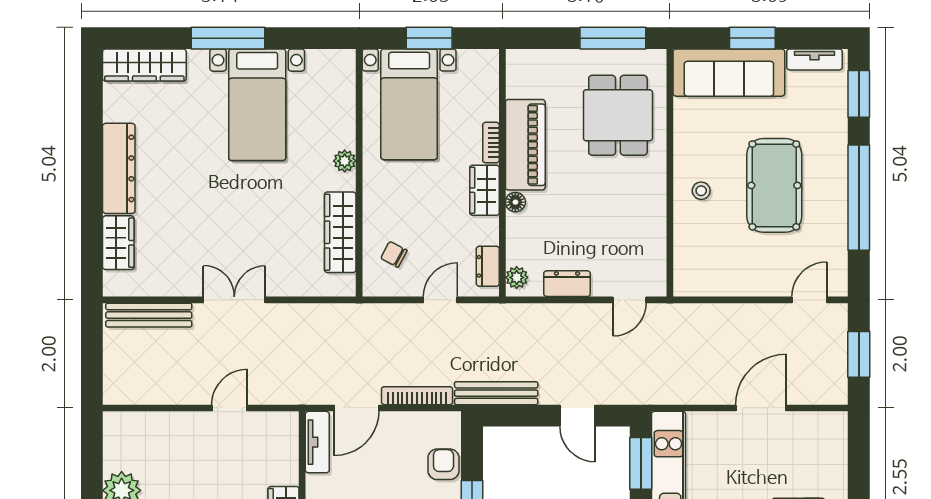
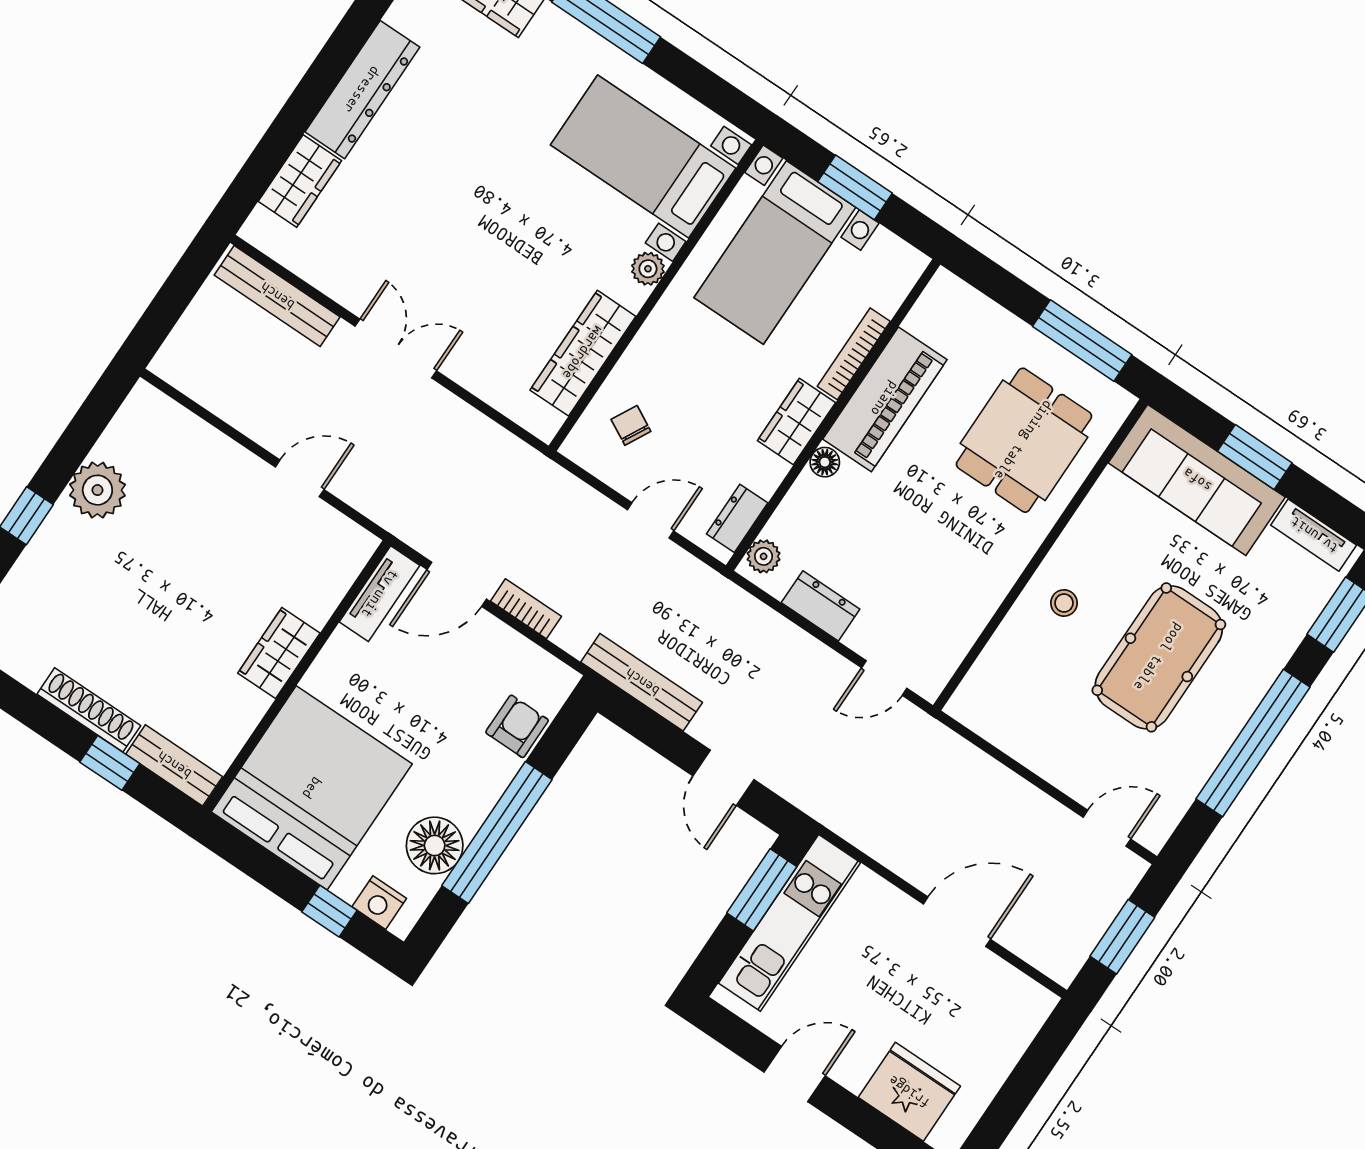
bed with nightstands: (257, 105) -> (643, 157), moved, turned 90
bookcase: (491, 143) -> (854, 354), width x1.56
bookcase: (417, 396) -> (526, 609), width x0.64

